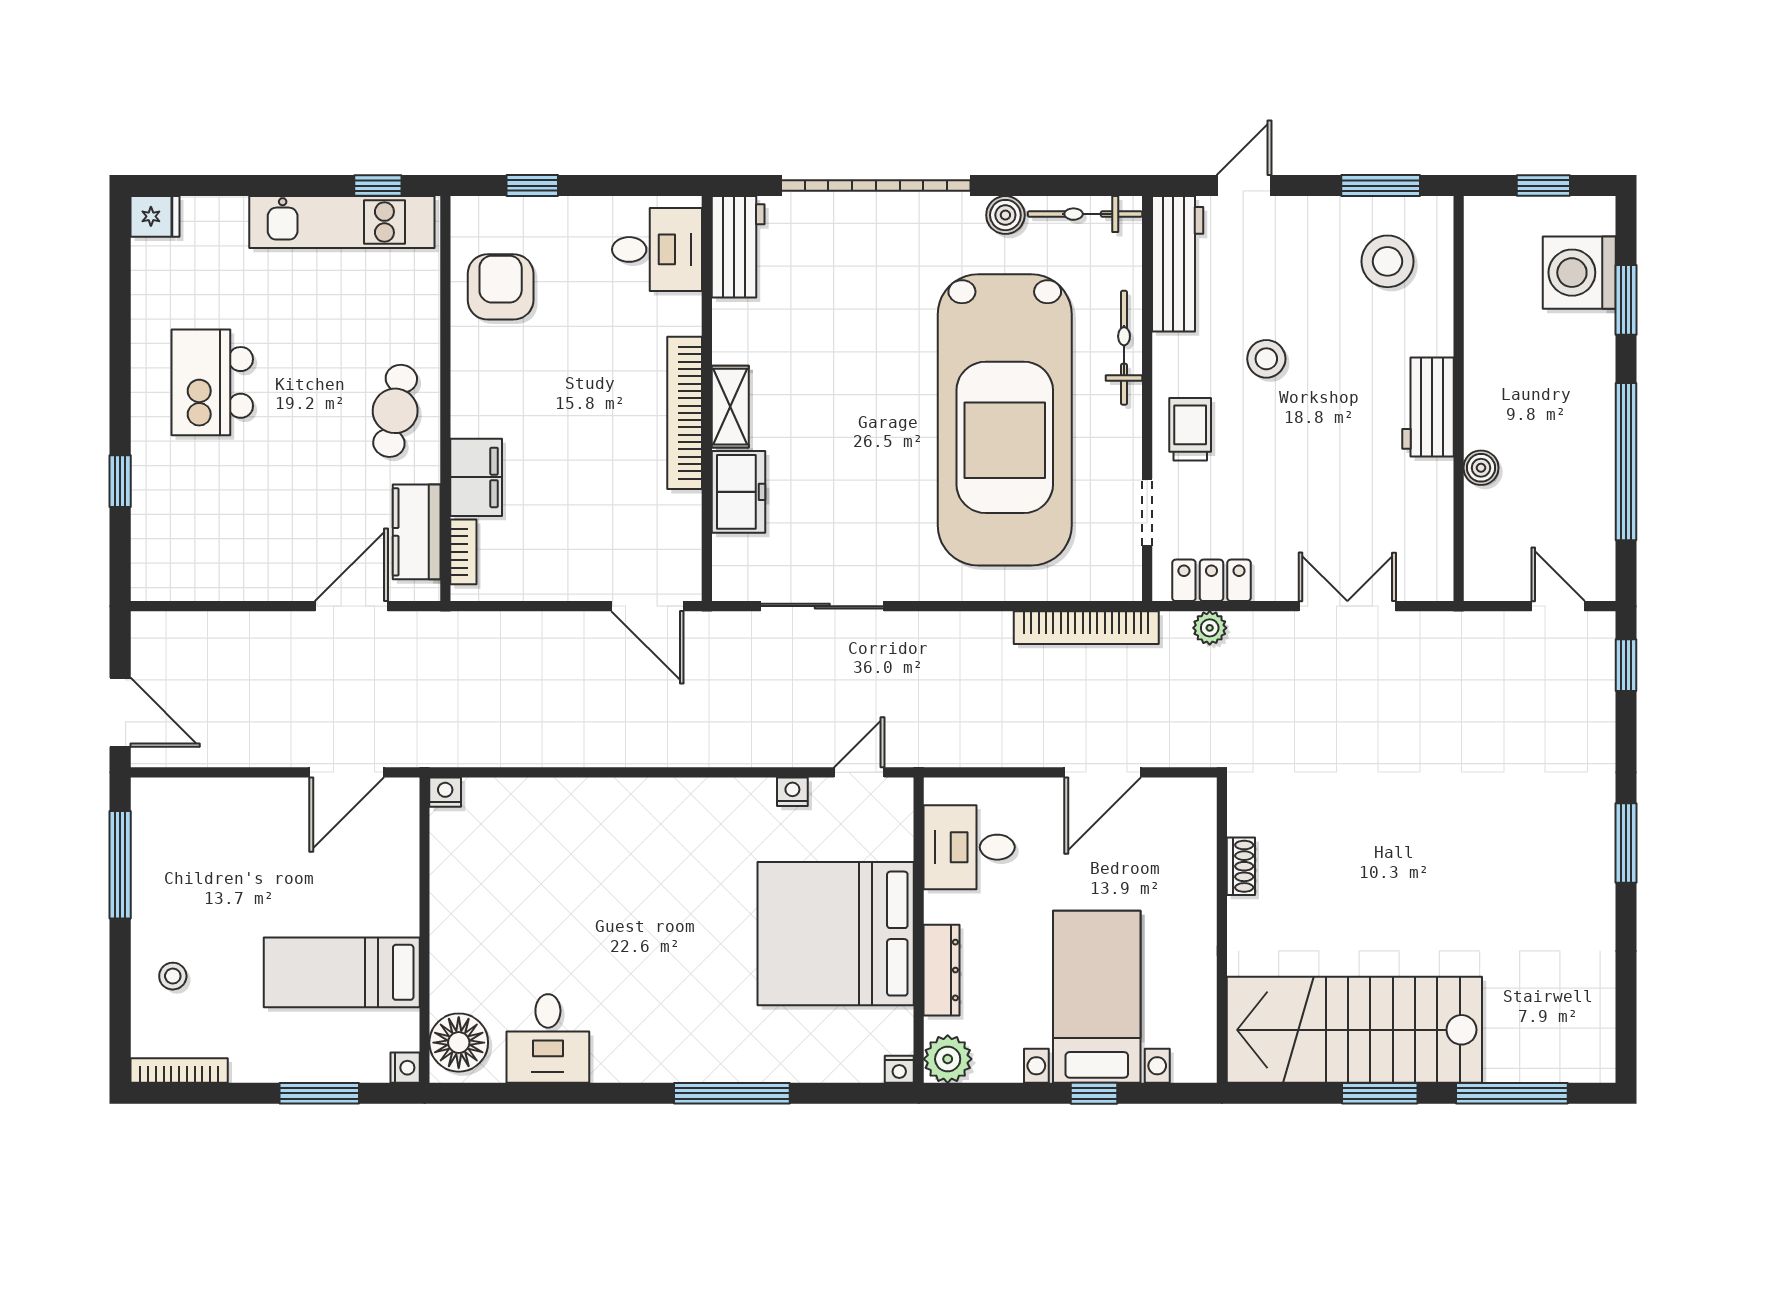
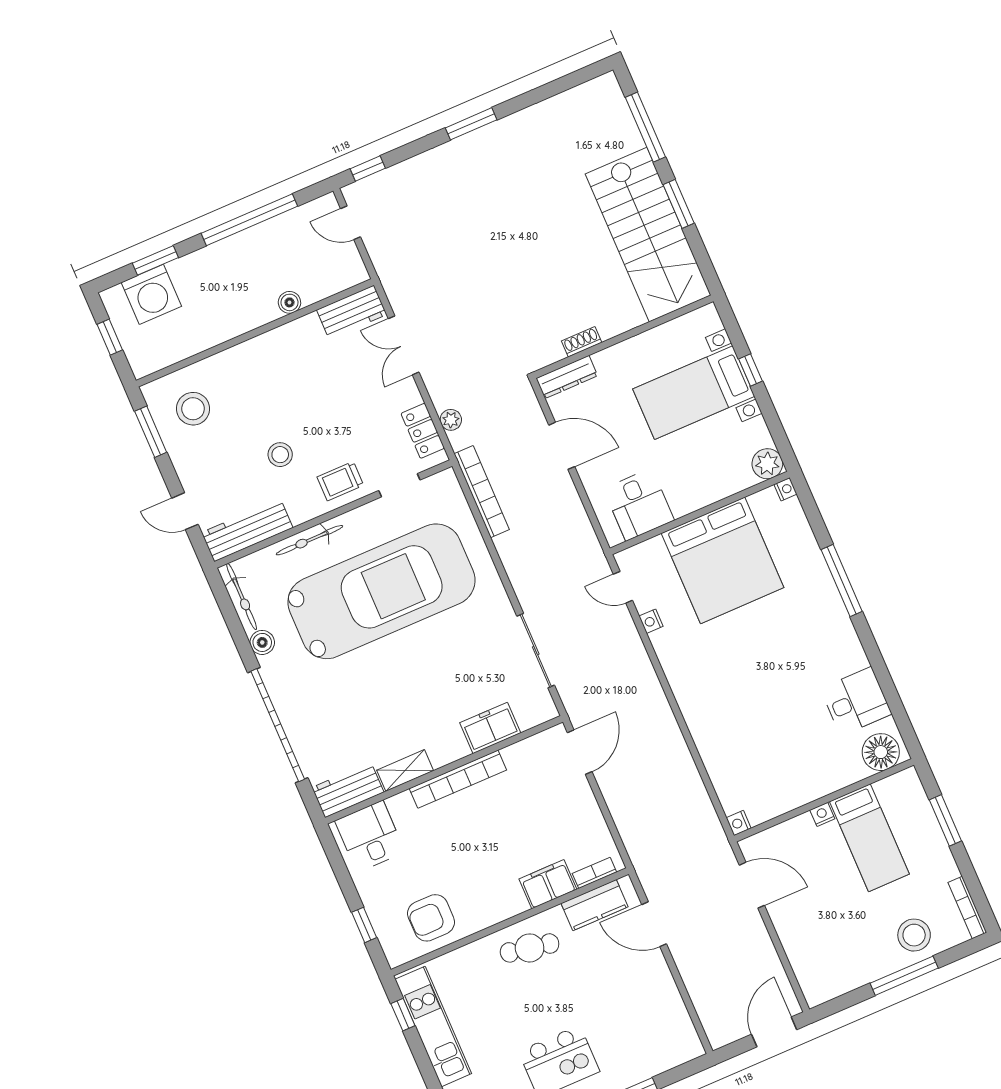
shelving: (730, 407) -> (405, 770), moved
workbench: (1428, 407) -> (352, 312), moved
door: (1558, 606) -> (351, 223), hinge flipped
window: (120, 865) -> (904, 976), moved
dresser: (941, 970) -> (567, 377), moved, turned 180
stool: (173, 976) -> (914, 935), width x1.89, depth x1.89
nightstand: (405, 1068) -> (822, 814), moved

